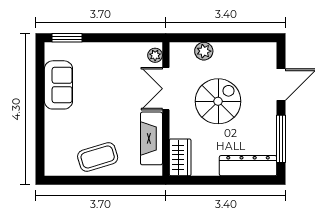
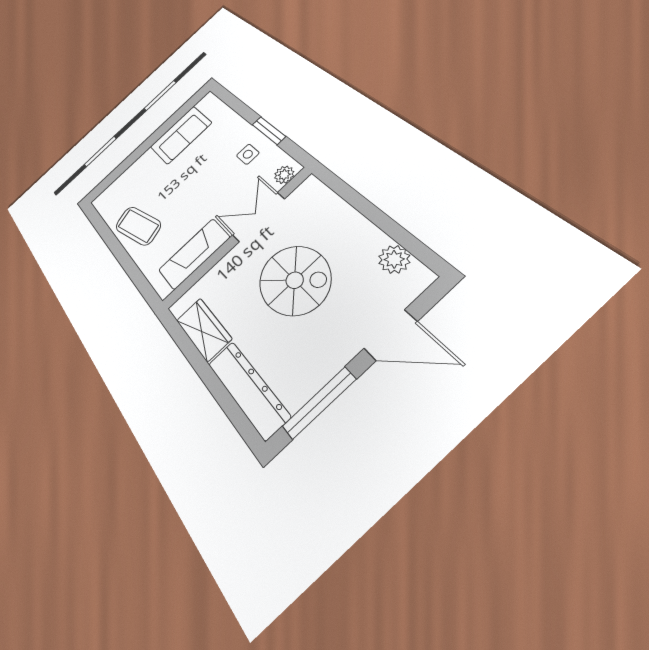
window: (67, 38) -> (269, 131), moved
plant: (204, 51) -> (394, 259), moved
side table: (120, 61) -> (248, 154), added
wardrobe: (180, 157) -> (204, 330), moved, turned -90

